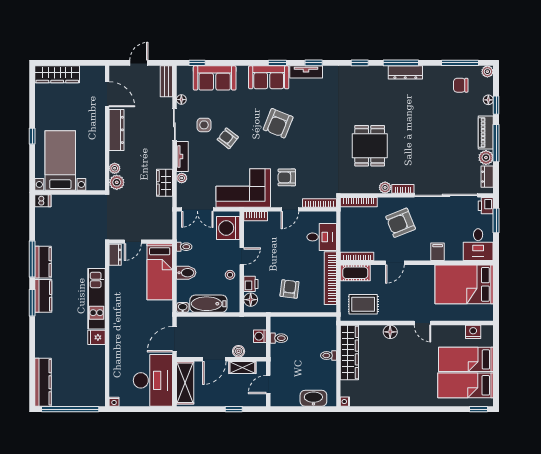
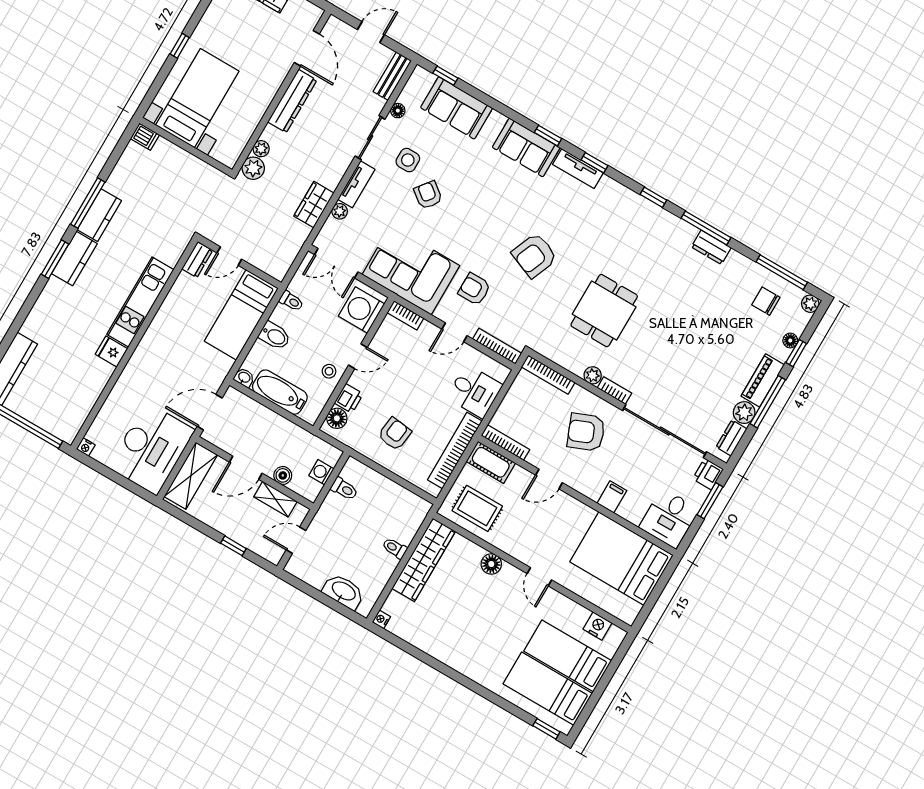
dresser: (405, 72) -> (711, 247), width x0.70
armchair: (278, 123) -> (535, 255), moved

